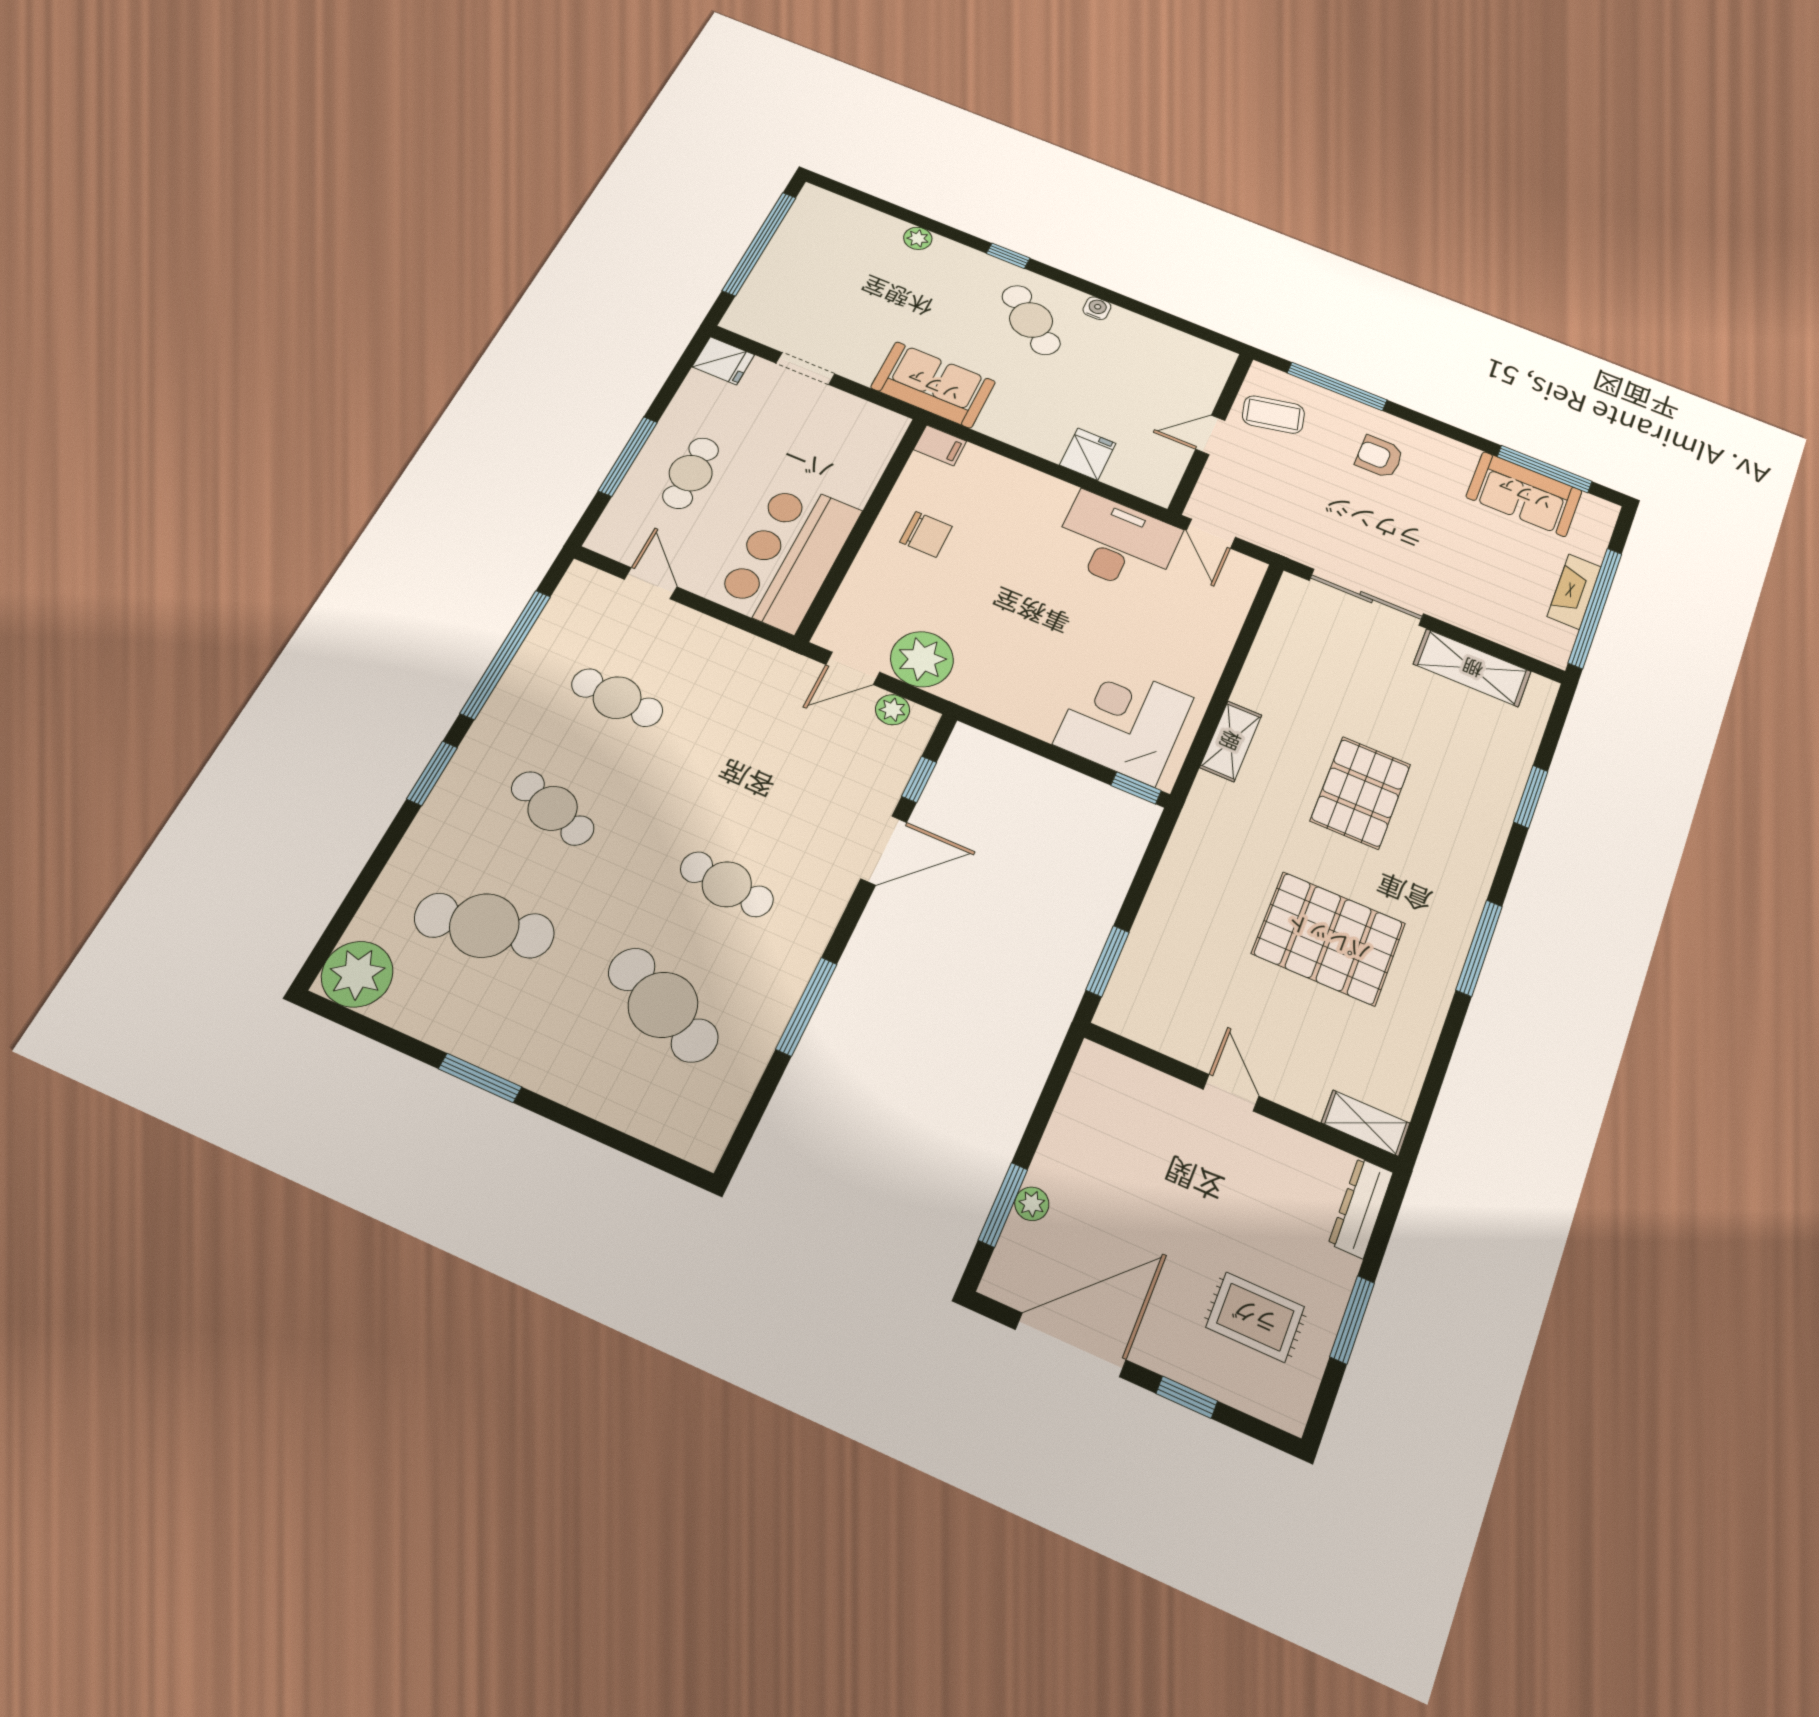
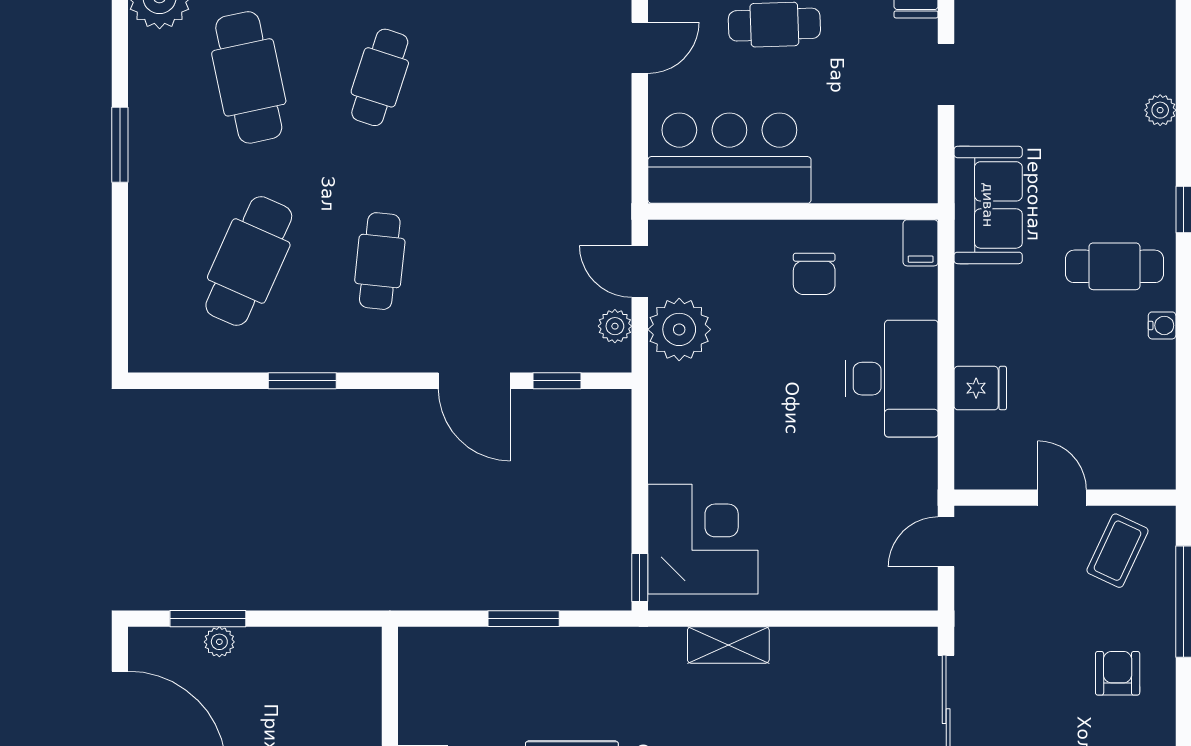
cafe table: (1031, 320) -> (1114, 266), turned 50
coffee table: (1273, 415) -> (1117, 551), turned 38
desk: (1116, 543) -> (892, 379), moved
cafe table: (617, 698) -> (511, 77), removed
window: (1108, 961) -> (524, 619), moved
window: (807, 1006) -> (302, 381), width x0.69

